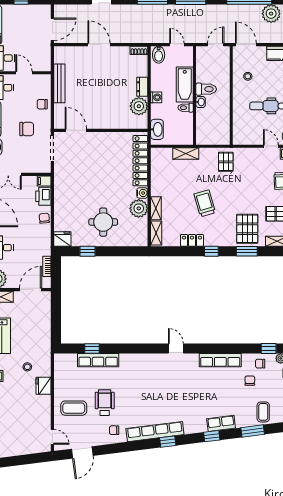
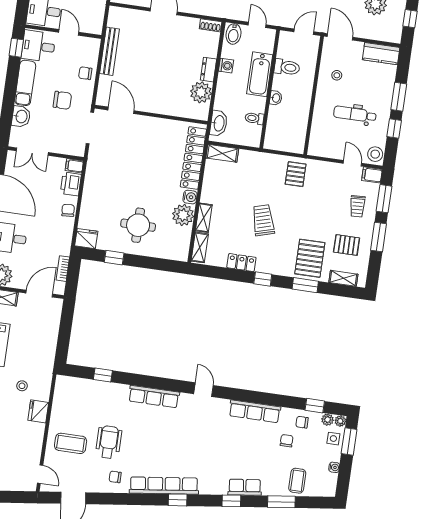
toilet: (206, 89) -> (287, 67), moved
washing machine: (156, 97) -> (226, 66), moved
toilet: (186, 108) -> (254, 118), moved
shelving: (186, 153) -> (222, 153), moved
row of seats: (98, 360) -> (154, 397), moved

